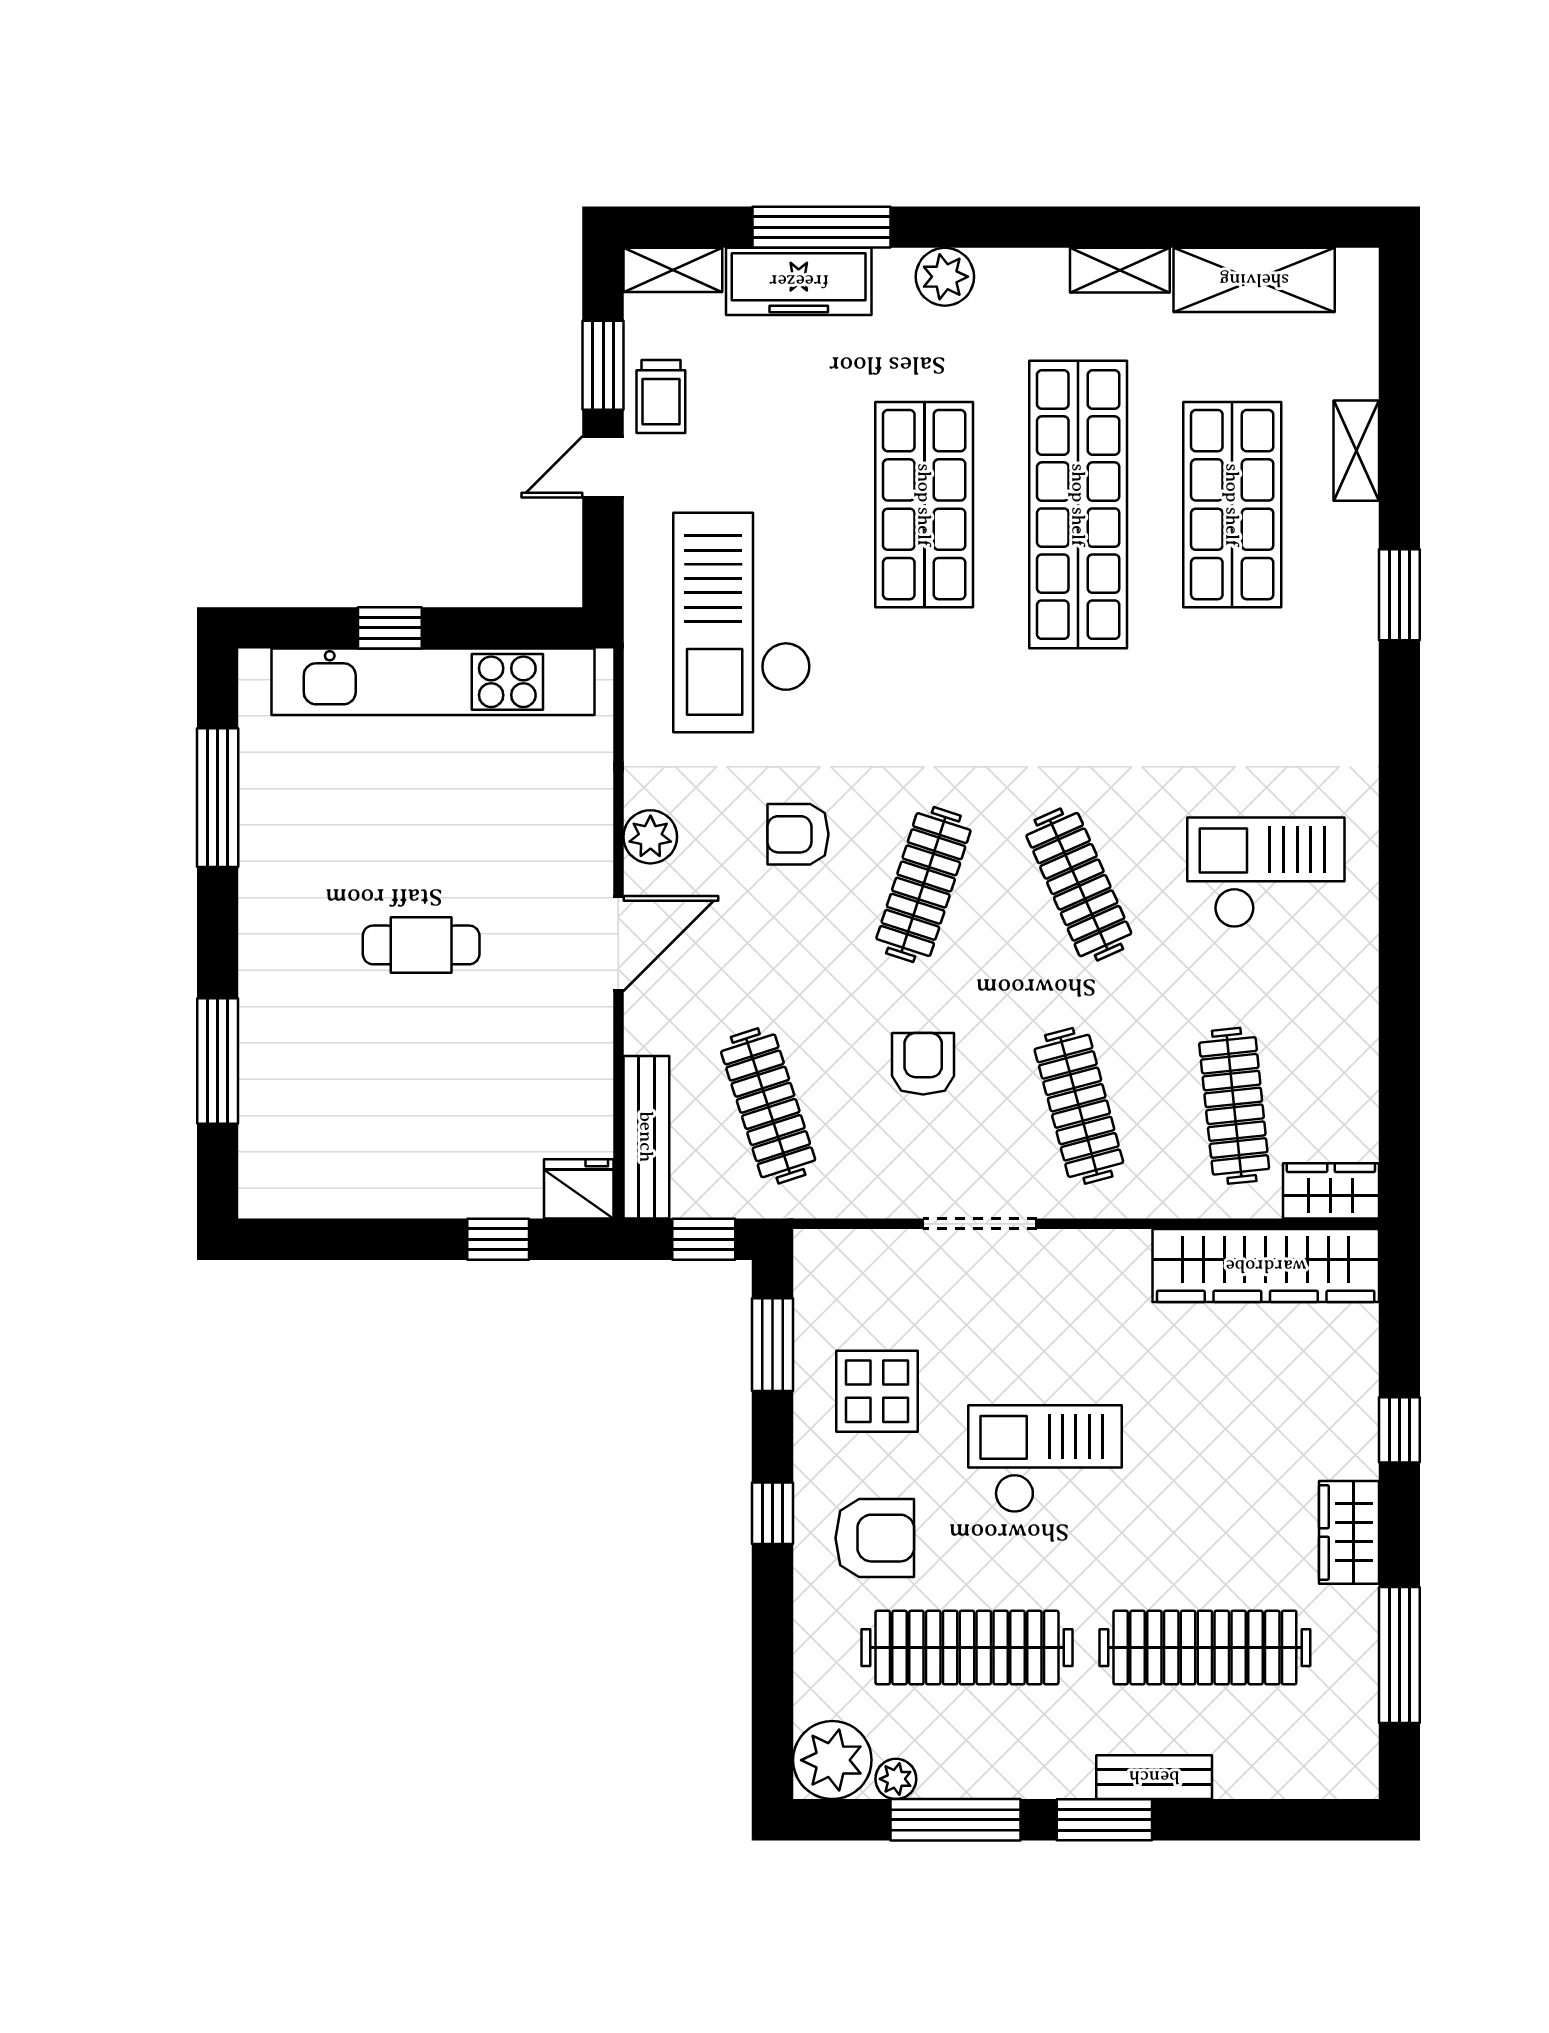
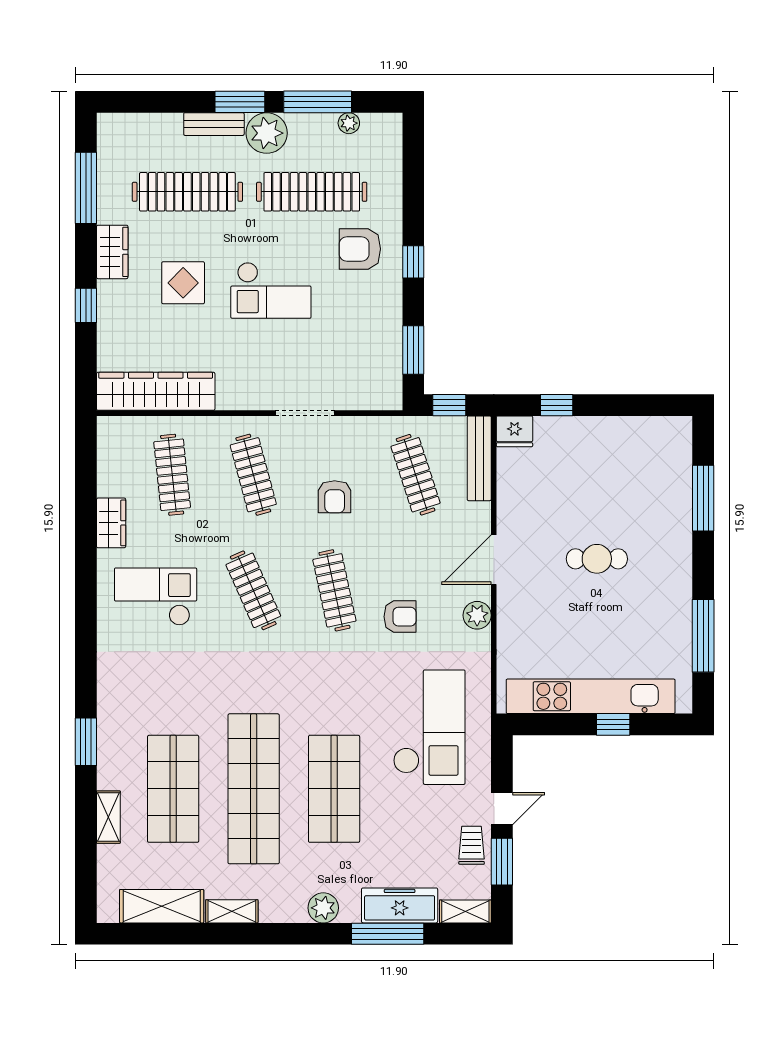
checkout: (1266, 873) -> (156, 597), turned 180
clothes rail: (923, 885) -> (334, 590), turned -30
wardrobe: (1331, 1191) -> (111, 523), moved, turned -90
display table: (877, 1391) -> (183, 283), moved
plant: (832, 1760) -> (267, 133), moved

